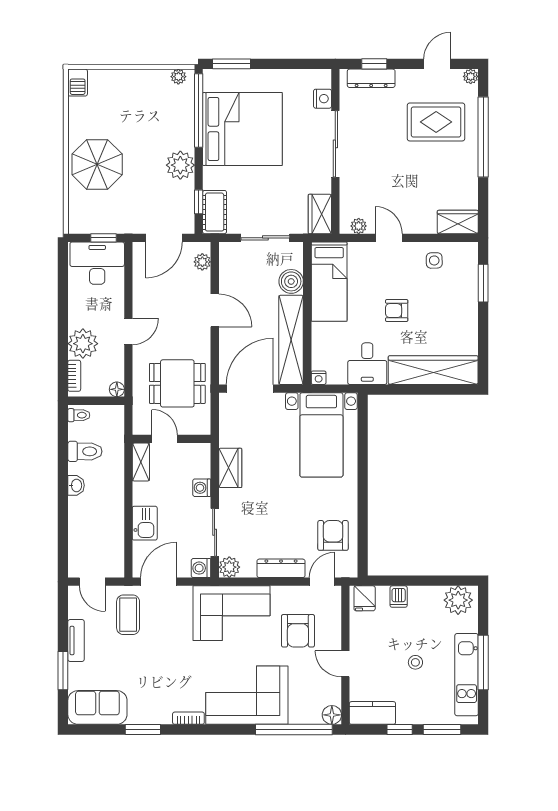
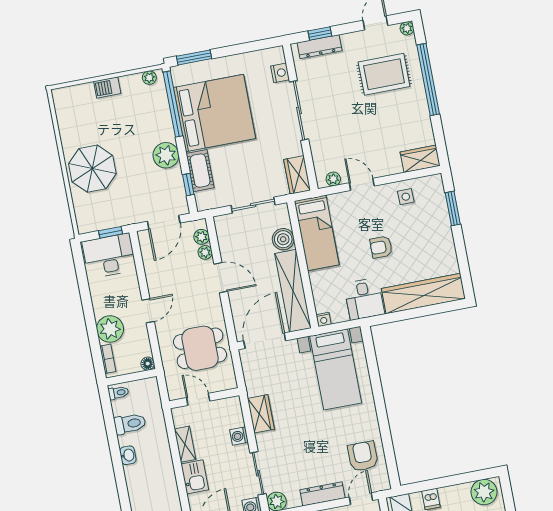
barbecue: (78, 83) -> (107, 87), moved, turned 90
cot: (215, 212) -> (200, 171), moved
plant: (203, 280) -> (205, 252), added
shelving: (141, 462) -> (185, 444), moved

